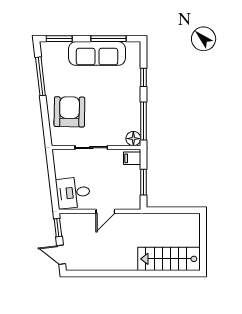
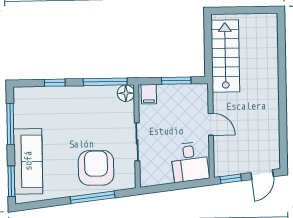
sofa: (97, 53) -> (28, 161), moved
window: (40, 76) -> (93, 197), moved
armchair: (69, 112) -> (96, 168), turned 89
stairs: (169, 259) -> (225, 56), moved, turned 180

